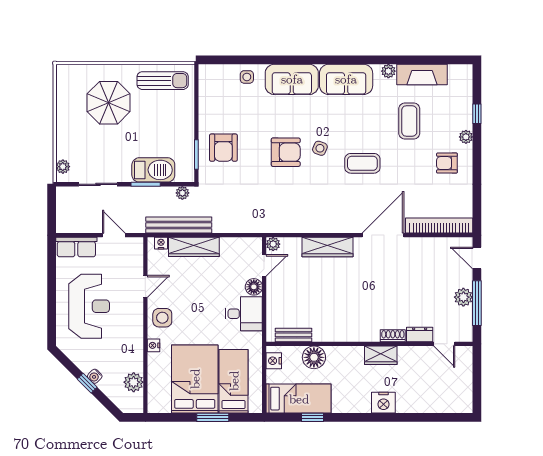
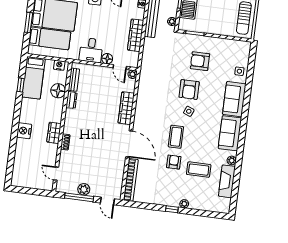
window: (477, 114) -> (172, 209), moved
armchair: (223, 148) -> (200, 61), moved
armchair: (447, 163) -> (174, 162), moved
wardrobe: (194, 247) -> (136, 35), moved
door: (477, 258) -> (107, 201), swing flipped
dresser: (420, 335) -> (71, 100), moved
door: (444, 344) -> (56, 174), hinge flipped

